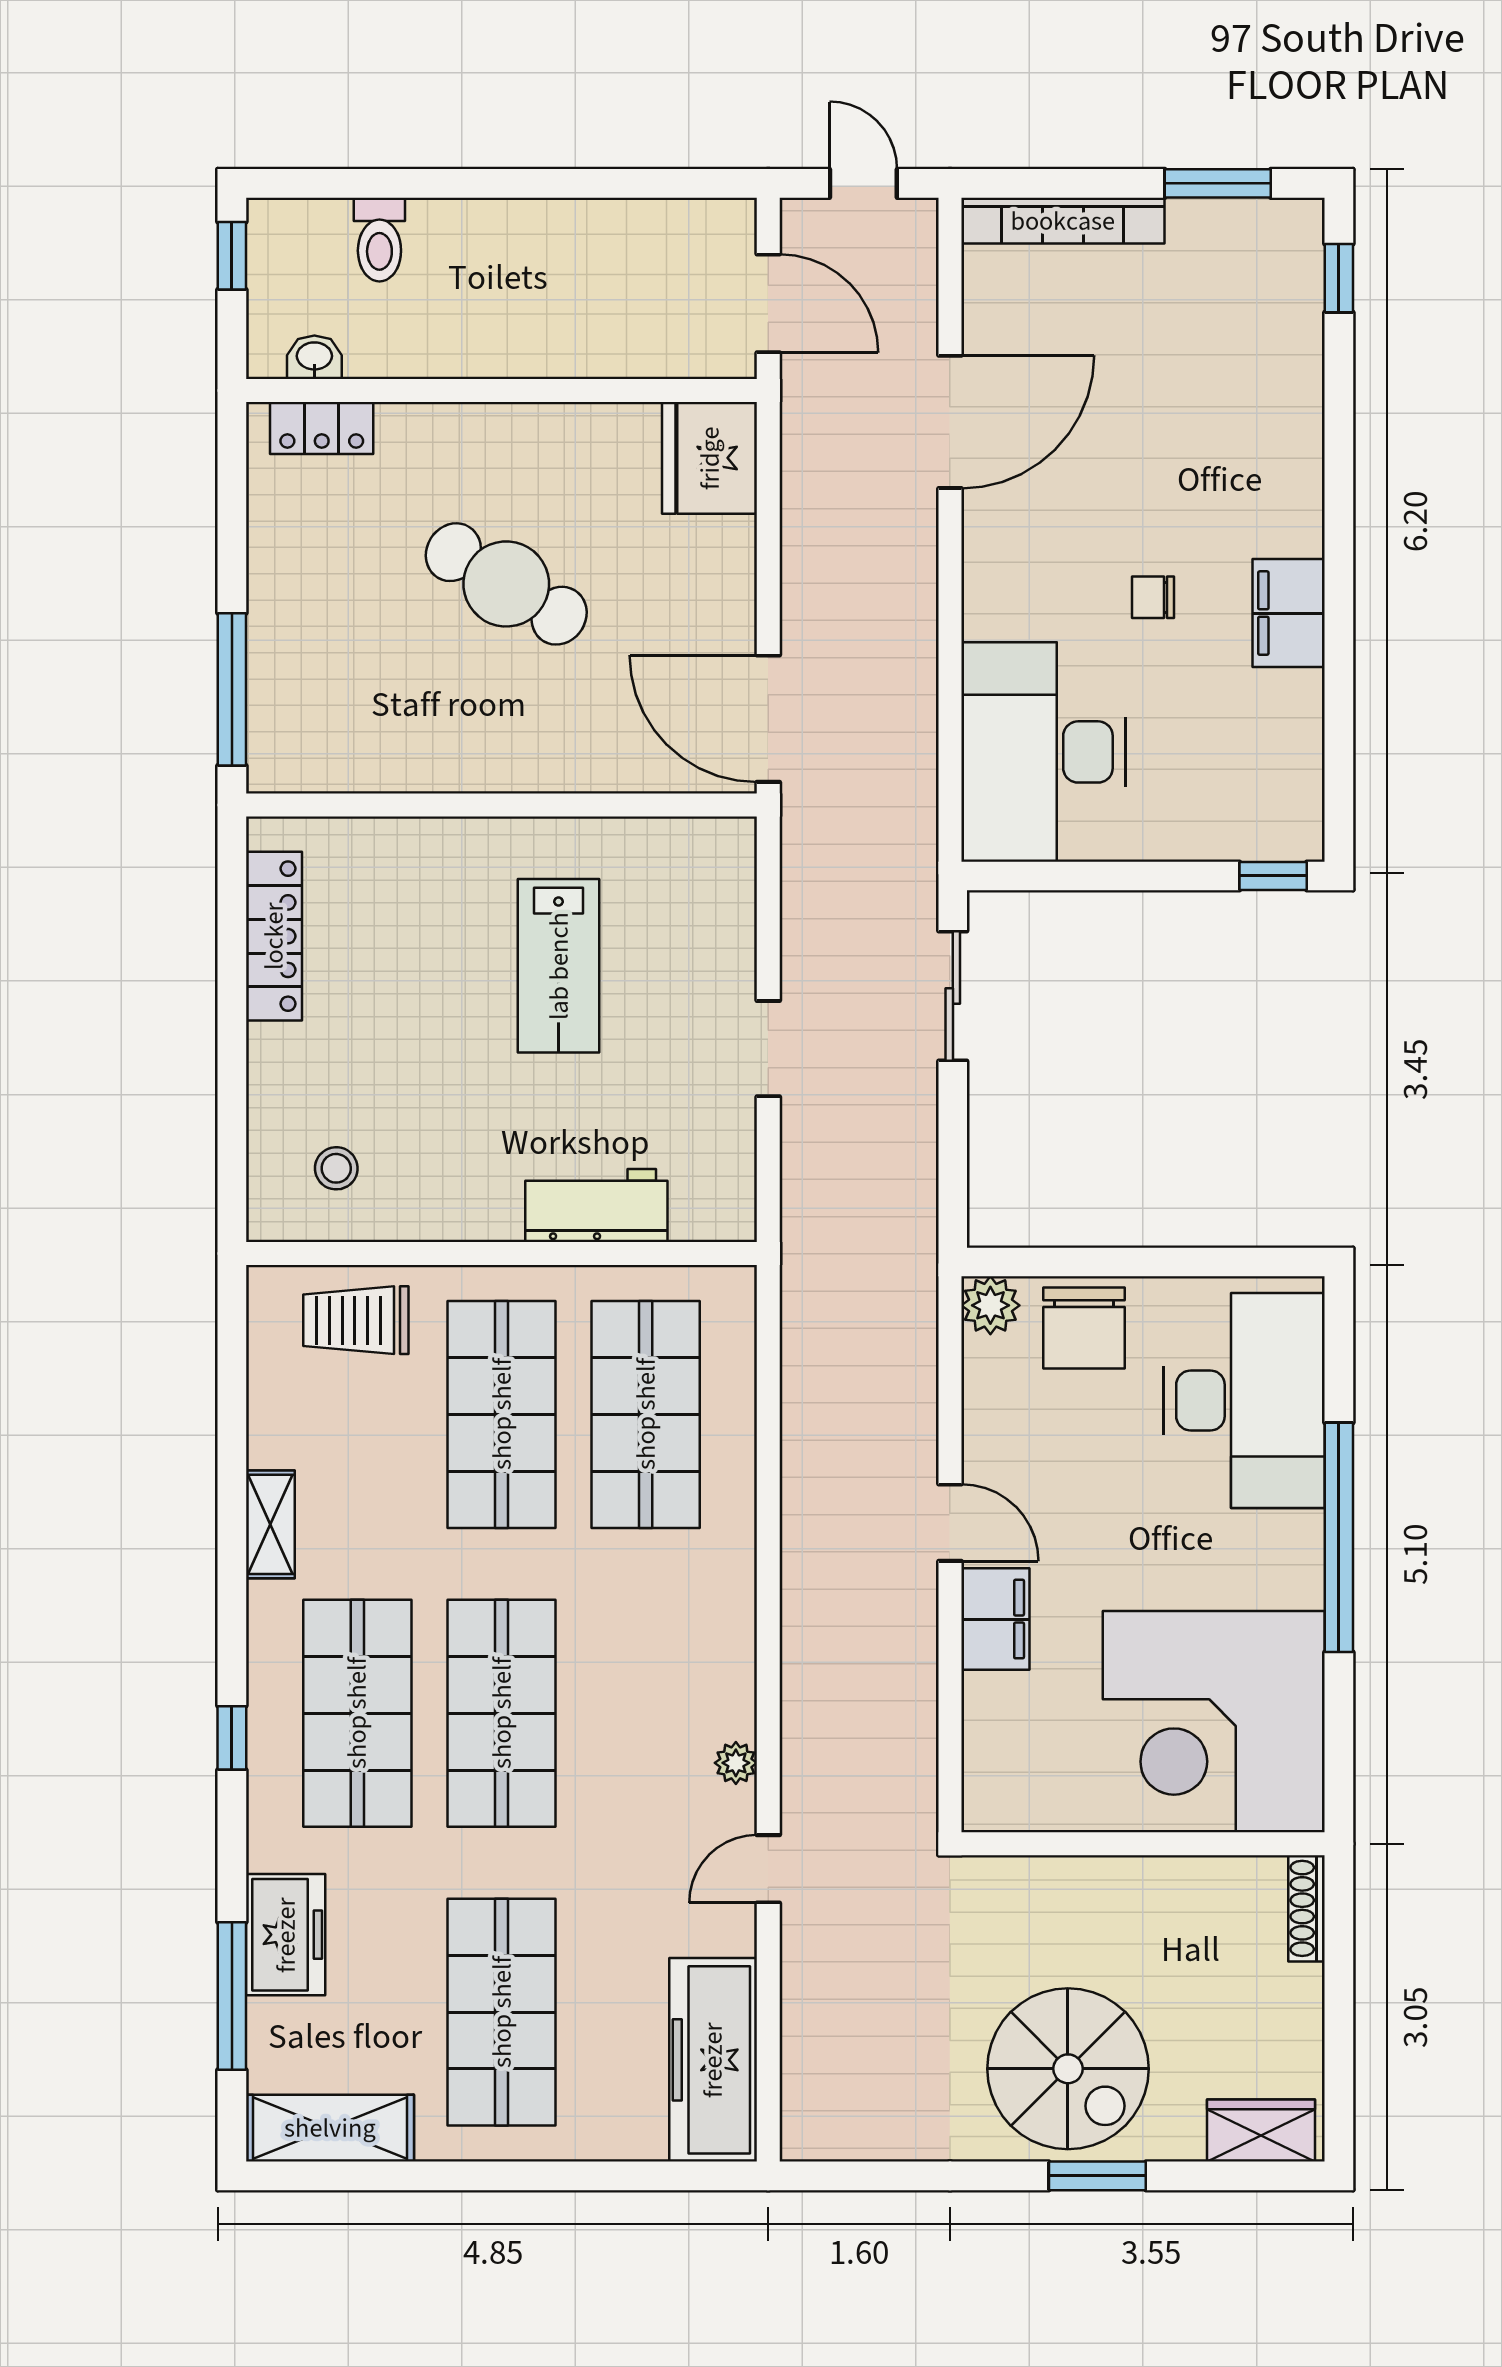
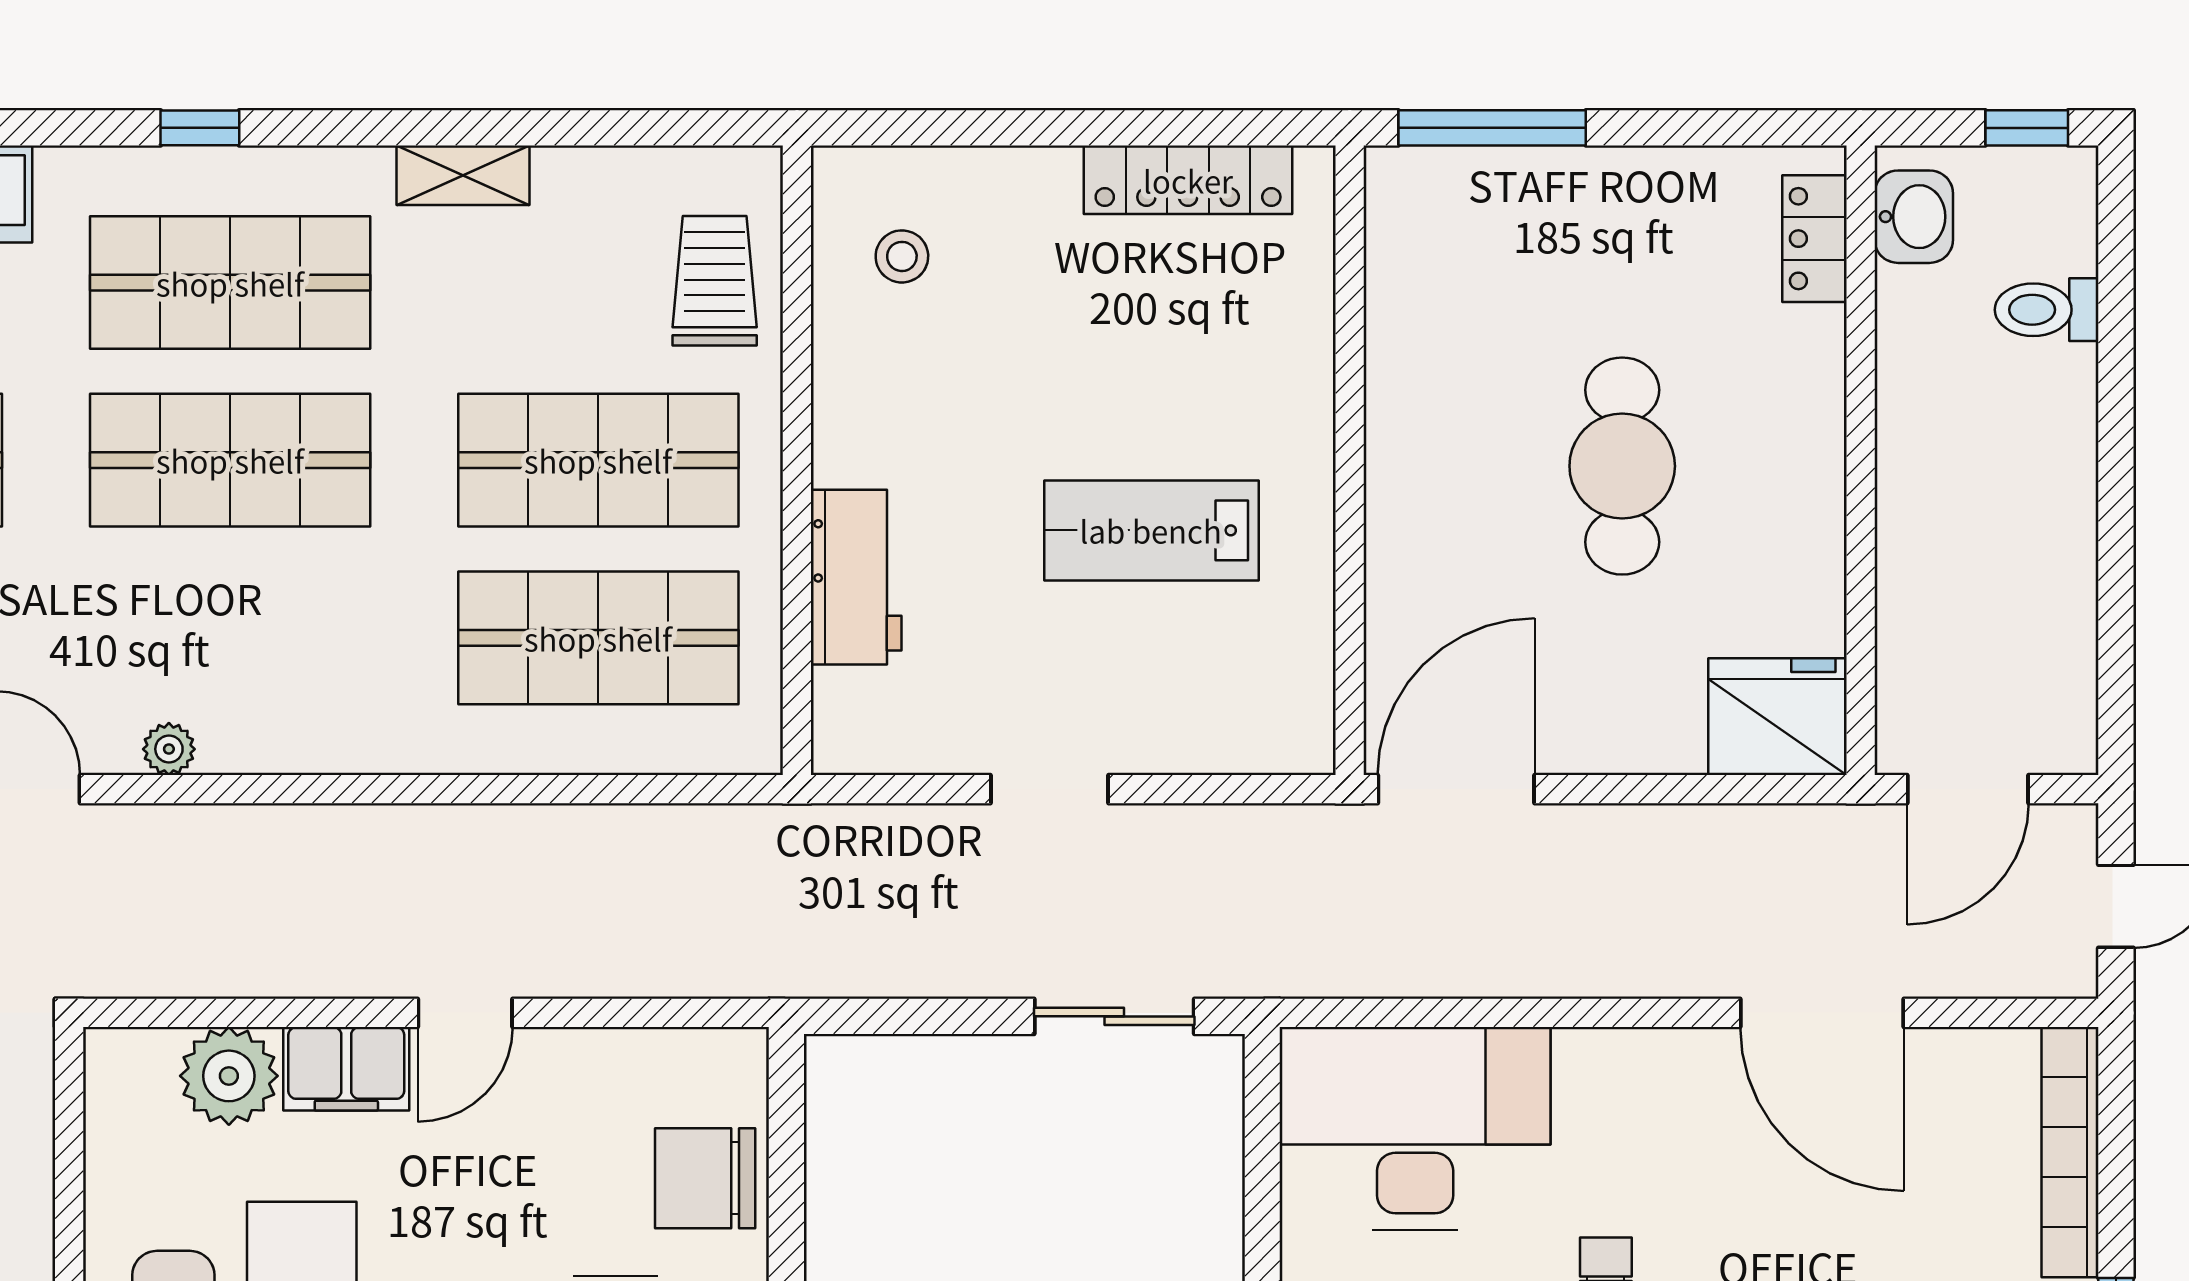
washbasin: (314, 357) -> (1914, 217), width x1.38, depth x1.45
cafe table: (506, 584) -> (1622, 466), turned -31
plant: (990, 1305) -> (229, 1076), moved, width x1.36, depth x1.36

